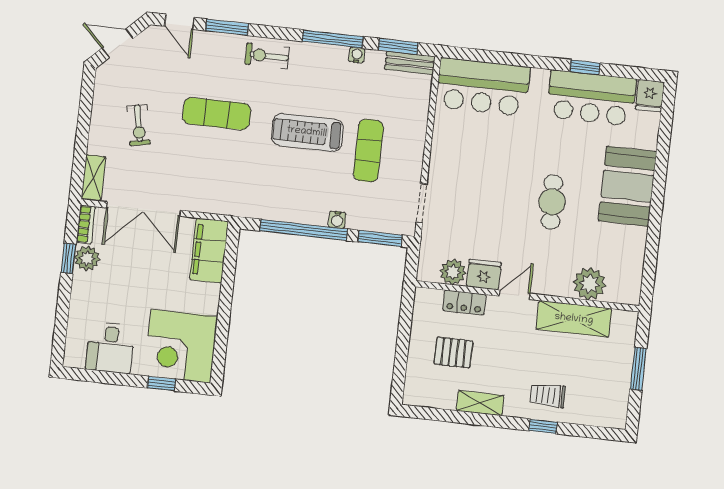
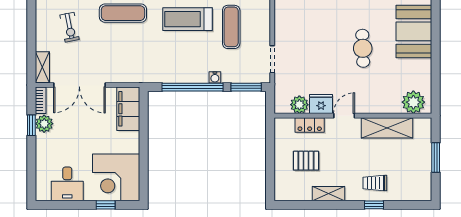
plant: (589, 284) -> (413, 102), moved

